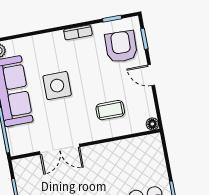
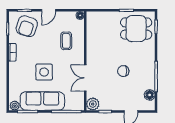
armchair: (121, 47) -> (27, 26), turned -74
double door: (60, 149) -> (85, 78), swing flipped
plant: (23, 168) -> (93, 104), added

